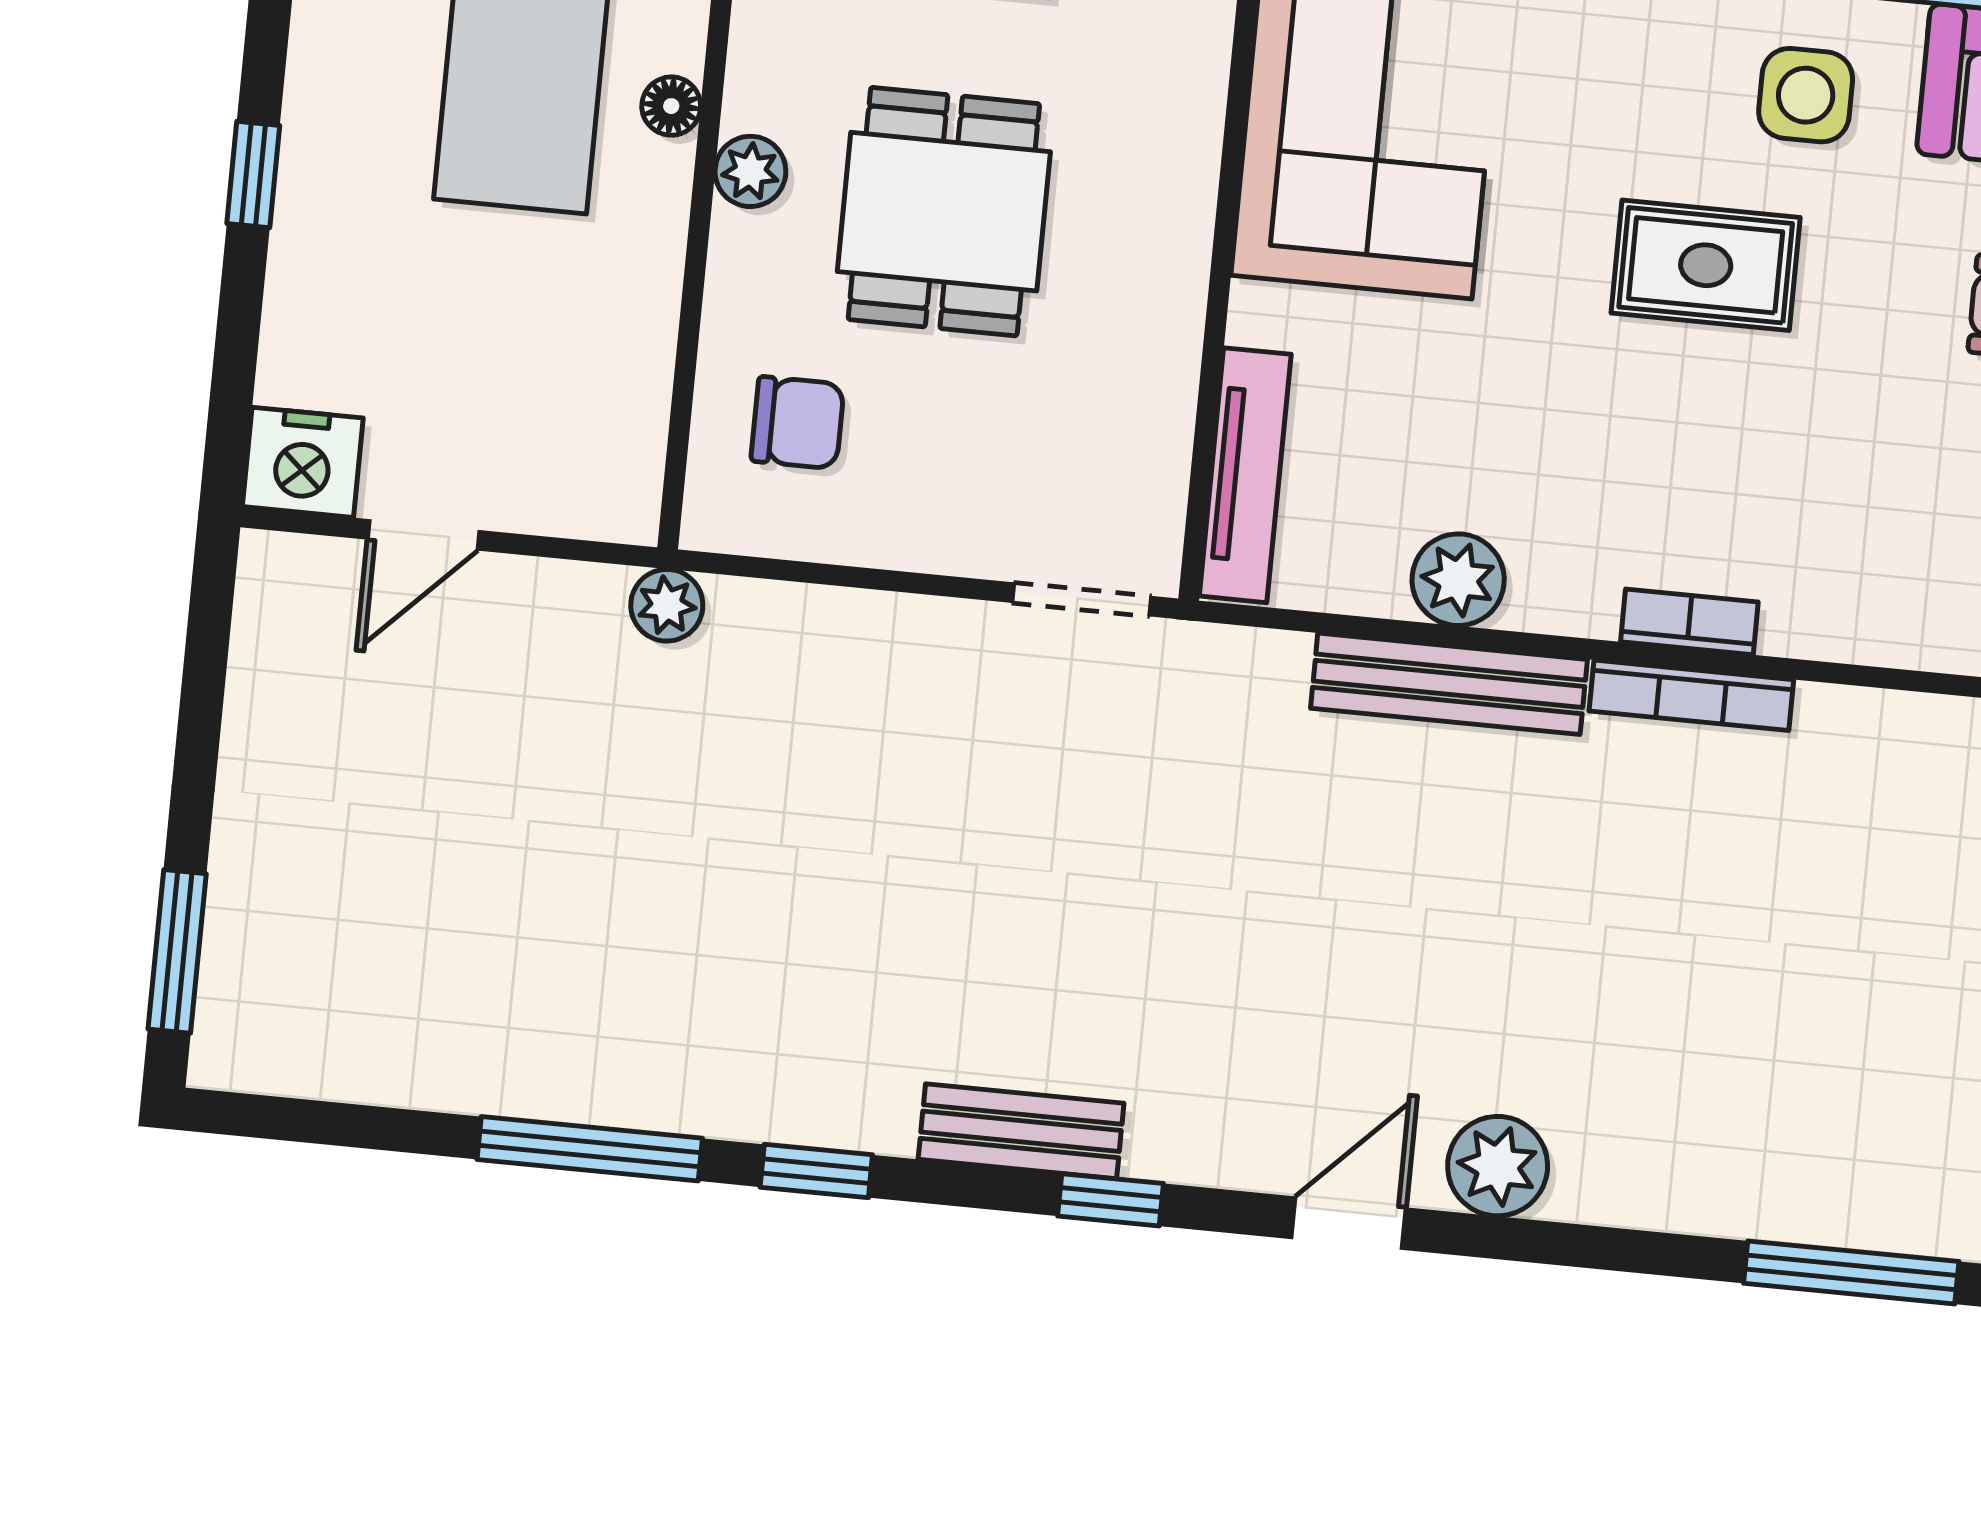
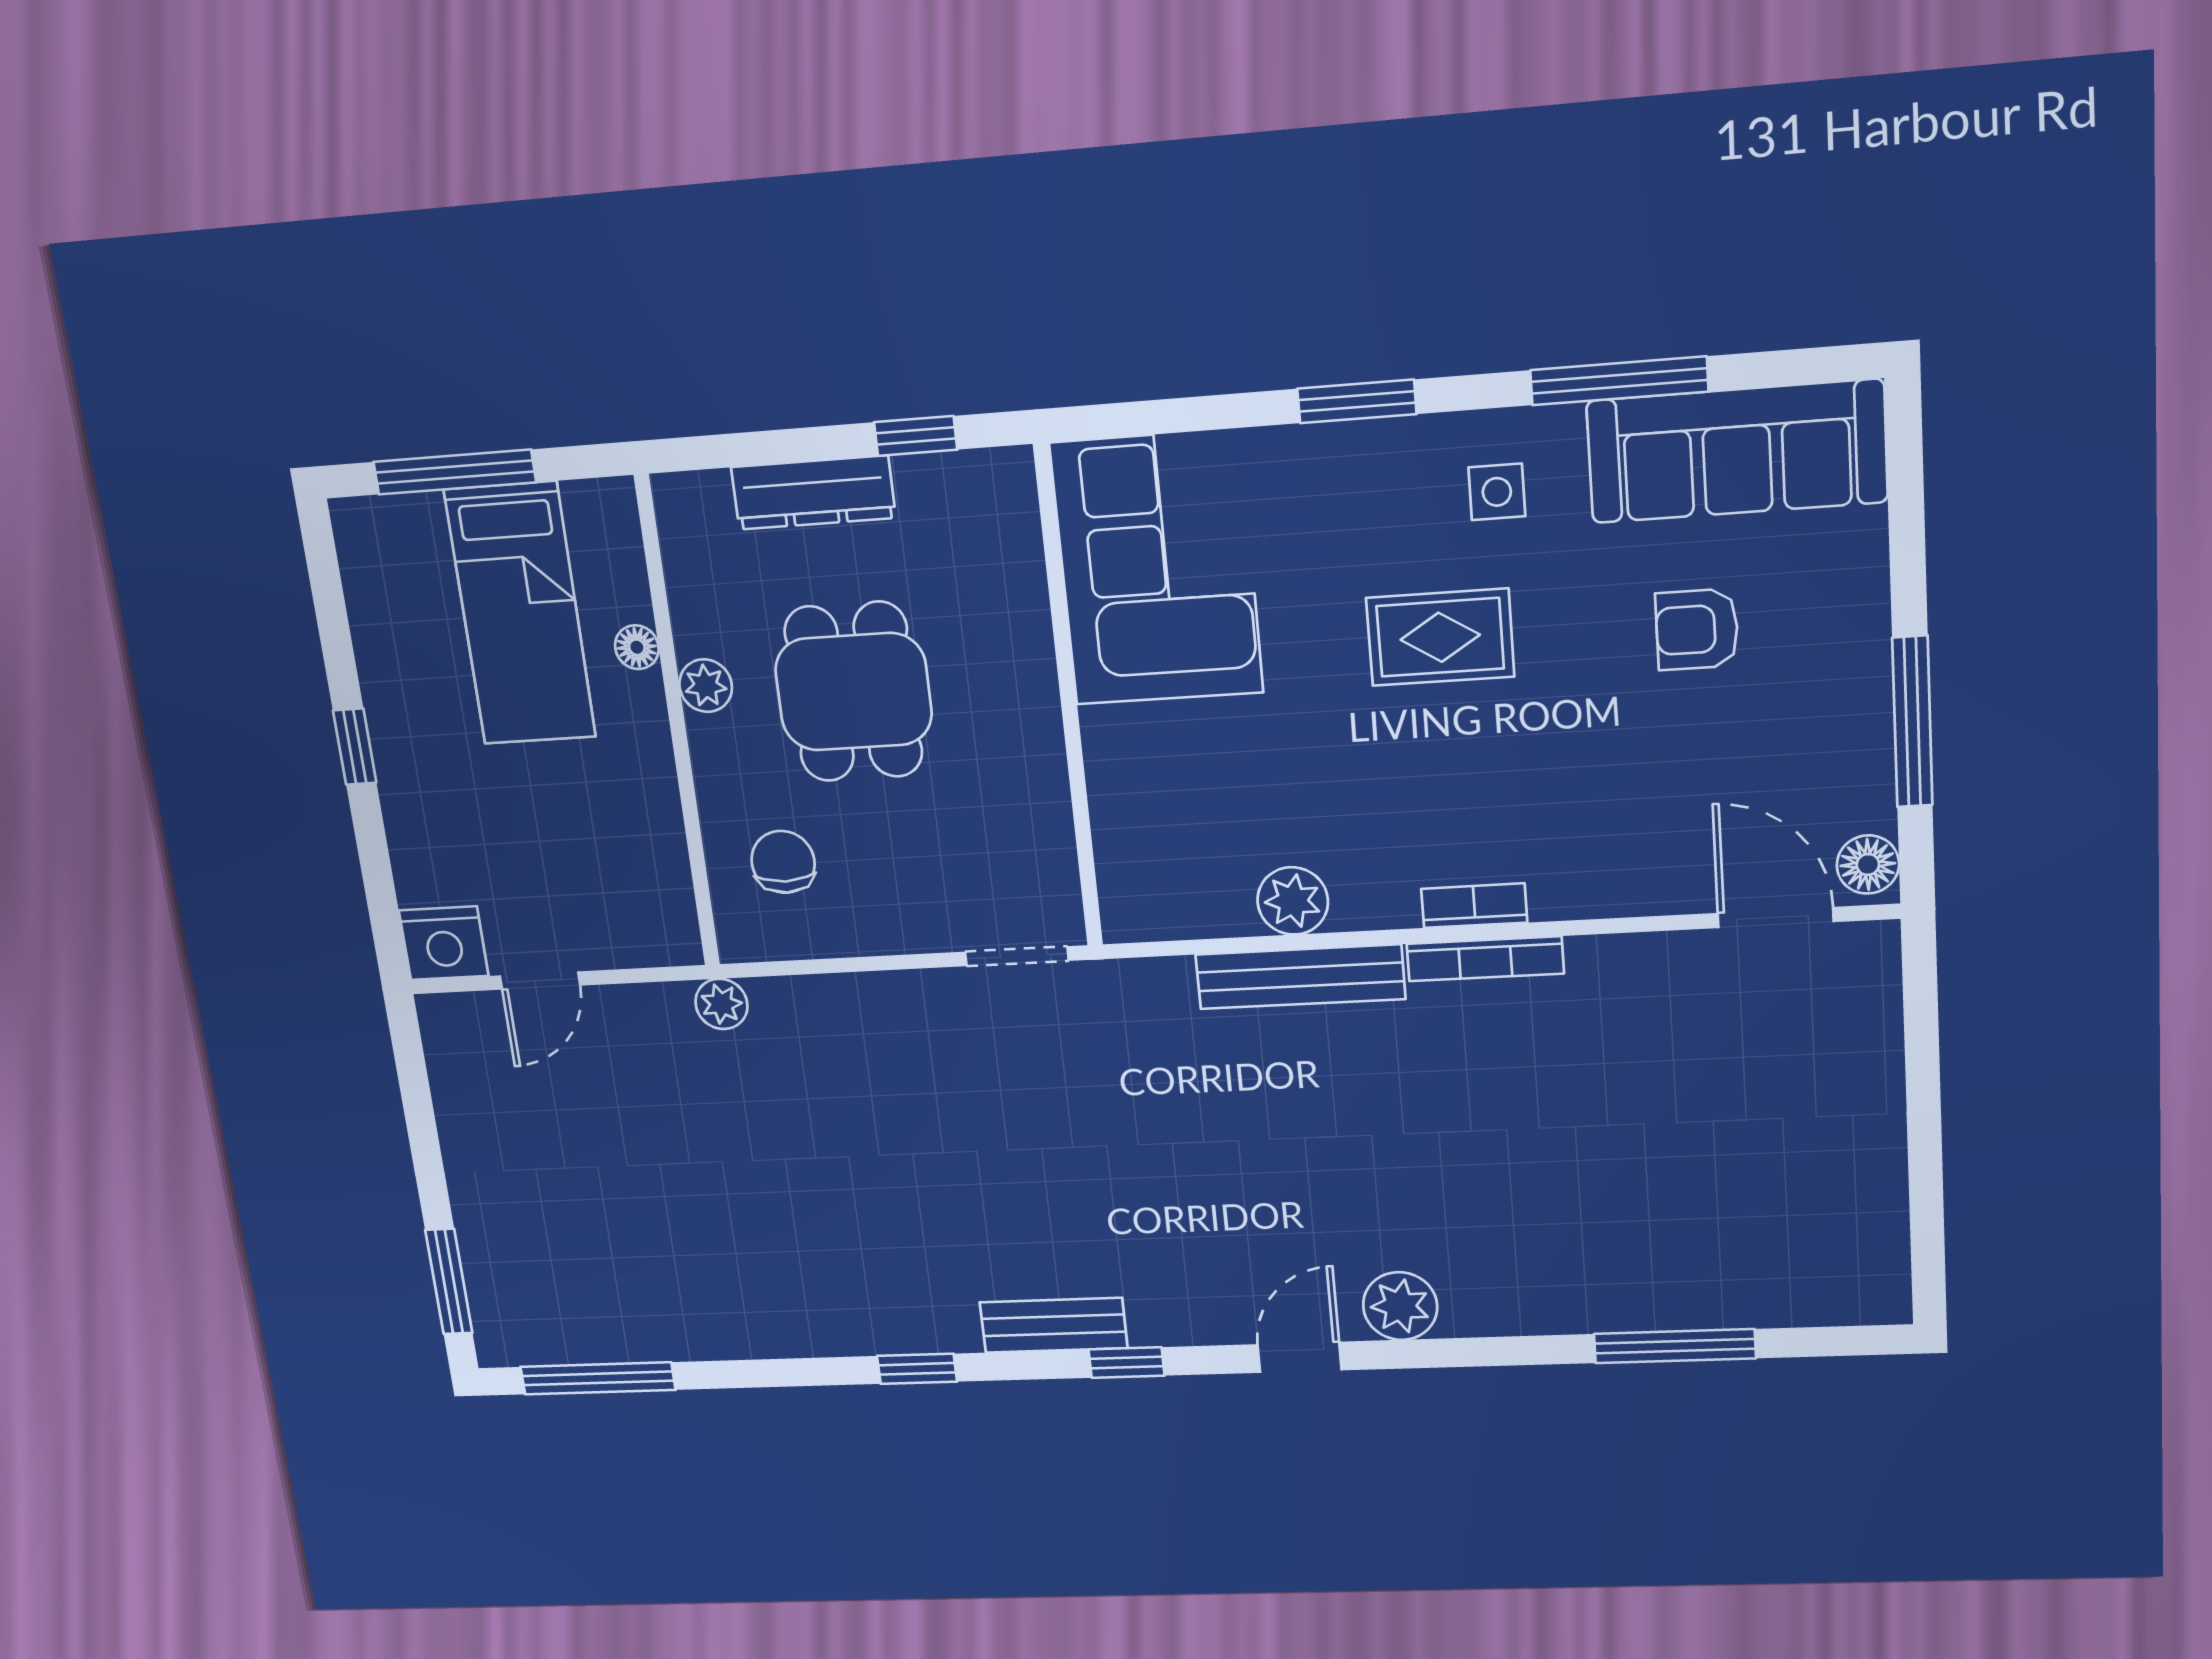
side table: (1806, 95) -> (1497, 492), width x0.73, depth x0.73
chair: (798, 423) -> (783, 862), turned -90
tv unit: (1245, 475) -> (1118, 849), removed
window: (590, 1149) -> (598, 1378), moved

